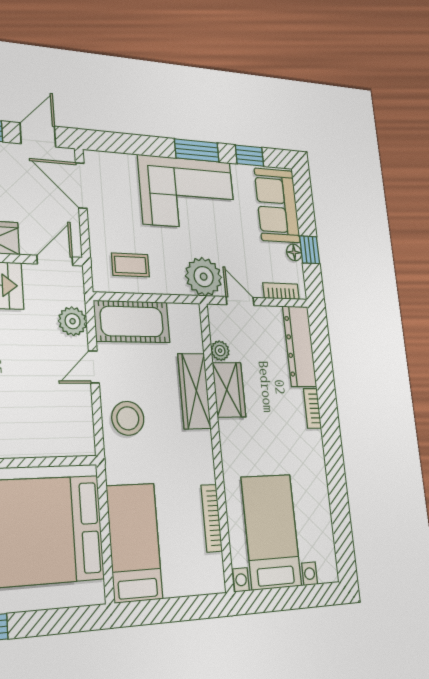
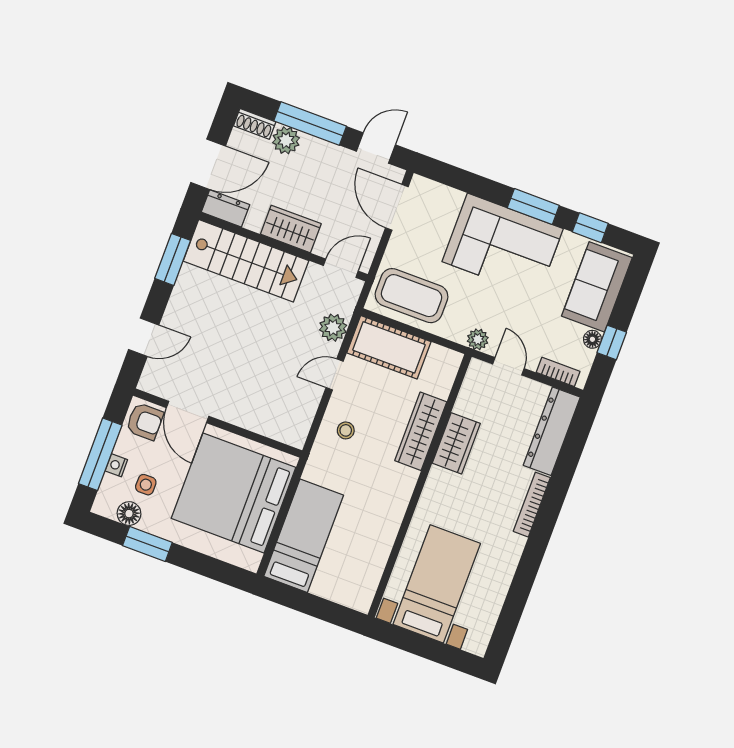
coffee table: (130, 265) -> (412, 296), width x1.86, depth x1.72
plant: (204, 277) -> (478, 339), width x0.53, depth x0.53
plant: (220, 351) -> (465, 405), removed
bookcase: (312, 408) -> (532, 505), width x1.56
stool: (128, 418) -> (346, 430), width x0.53, depth x0.53
bookcase: (212, 518) -> (384, 547), removed

